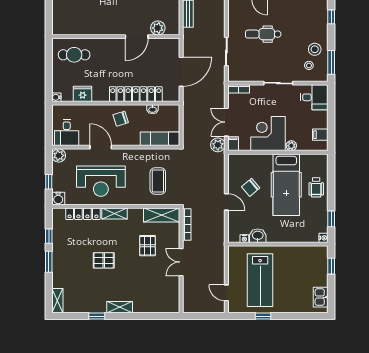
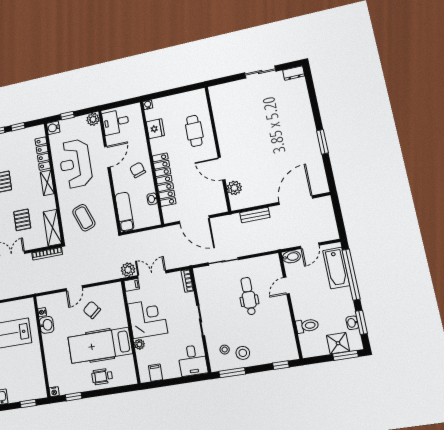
cafe table: (74, 55) -> (194, 131), moved
coffee table: (158, 181) -> (84, 218), turned 70
pallet: (147, 246) -> (22, 220), turned 90

